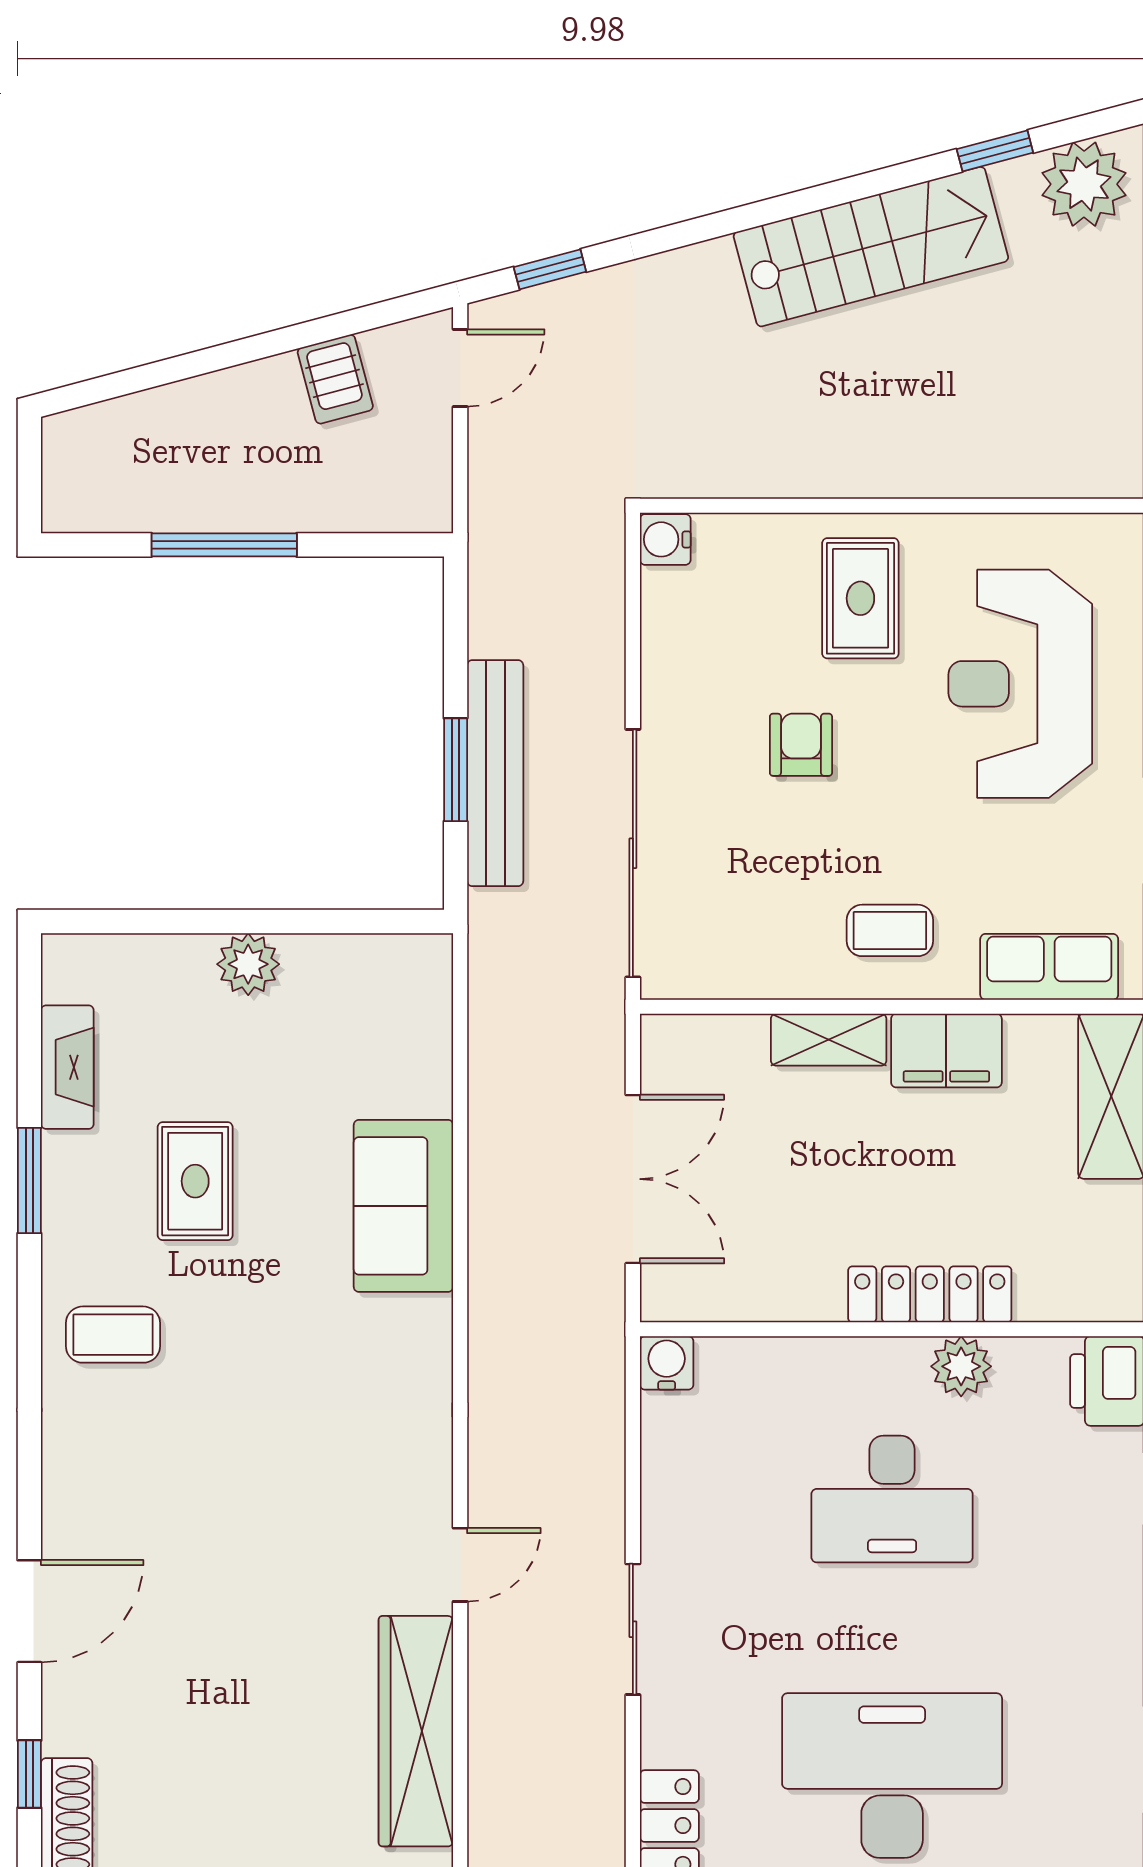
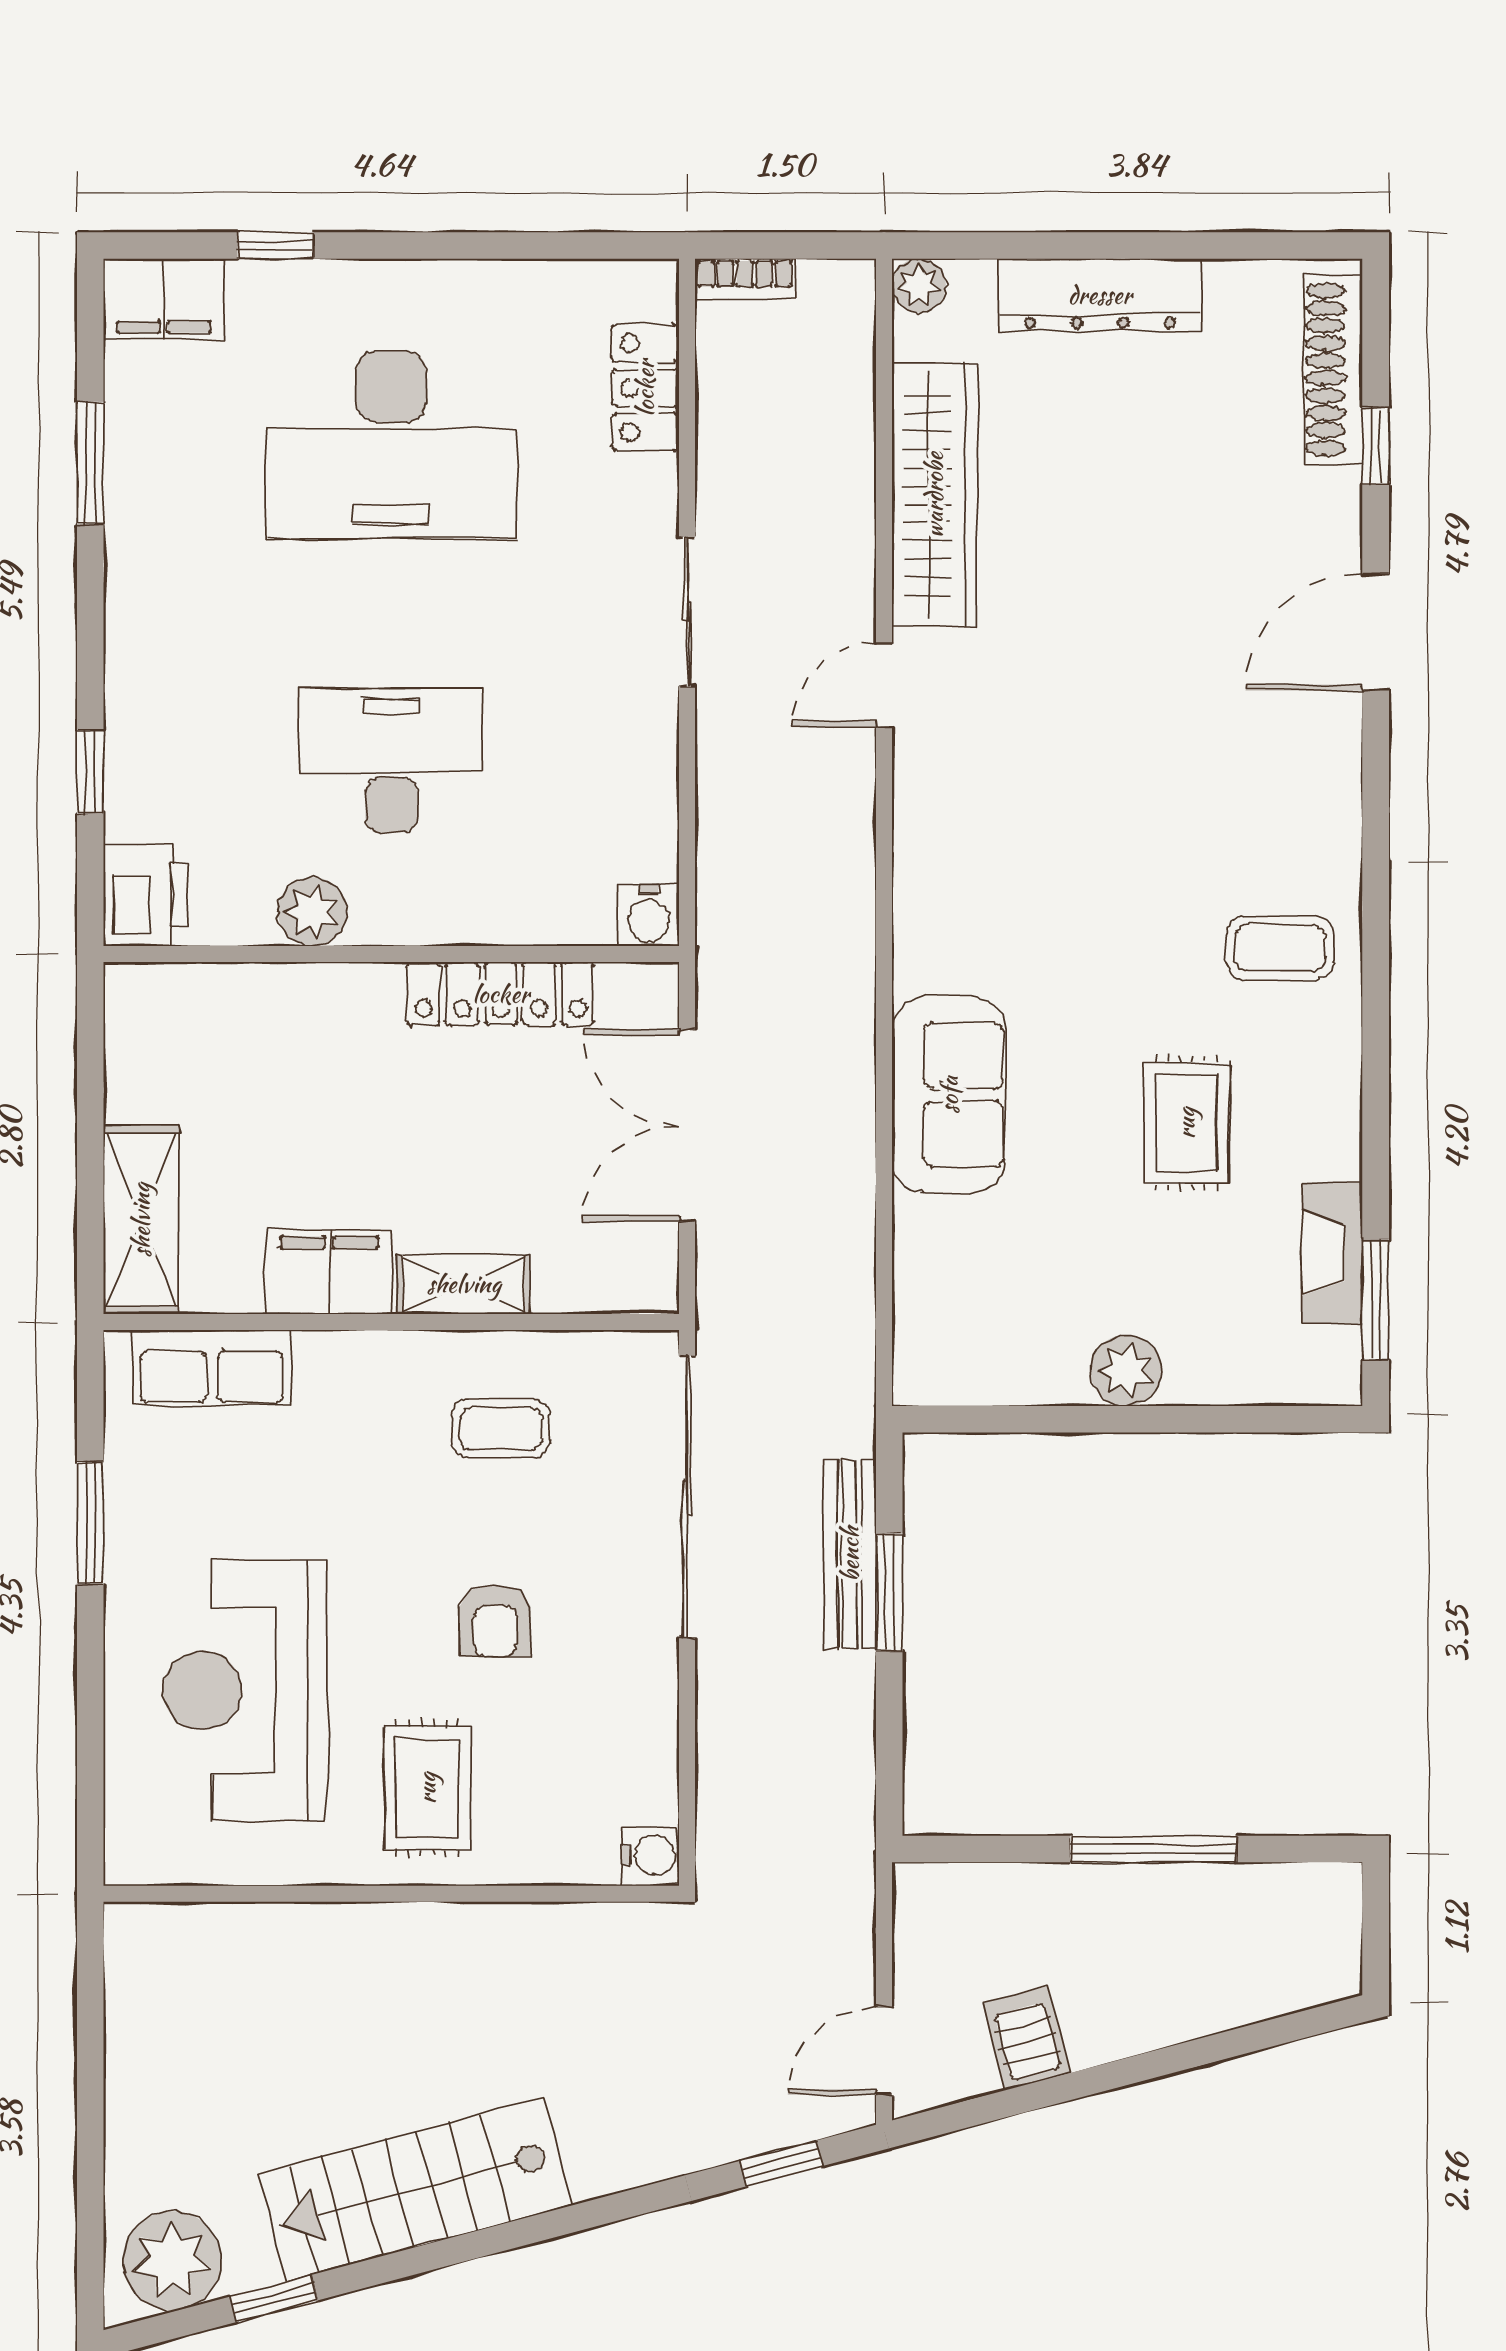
reception desk: (1020, 684) -> (245, 1690), turned 180
bench: (495, 773) -> (850, 1554), width x0.73, depth x0.82
coffee table: (890, 930) -> (501, 1429), moved
window: (29, 1180) -> (1376, 1300), moved
locker: (930, 1294) -> (501, 994), moved

